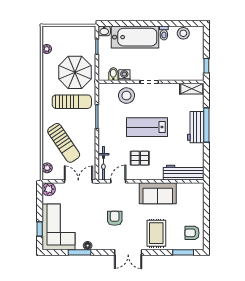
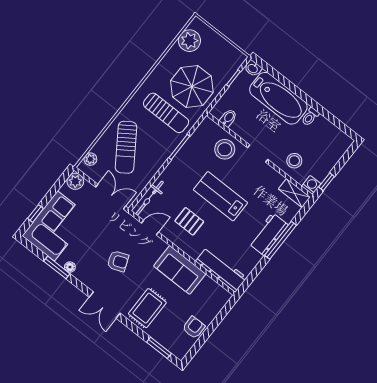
stool: (183, 33) -> (294, 161), moved
plant: (47, 49) -> (189, 41), width x1.87, depth x1.87
washing machine: (124, 75) -> (311, 185), moved
armchair: (115, 218) -> (118, 261), turned 69
armchair: (192, 233) -> (194, 327), moved, turned 90

